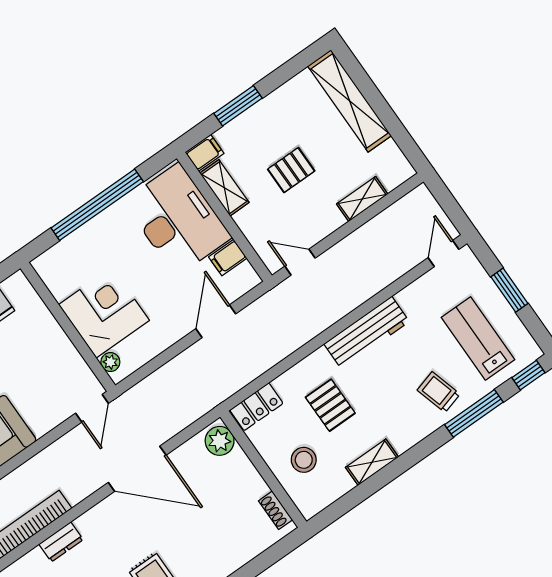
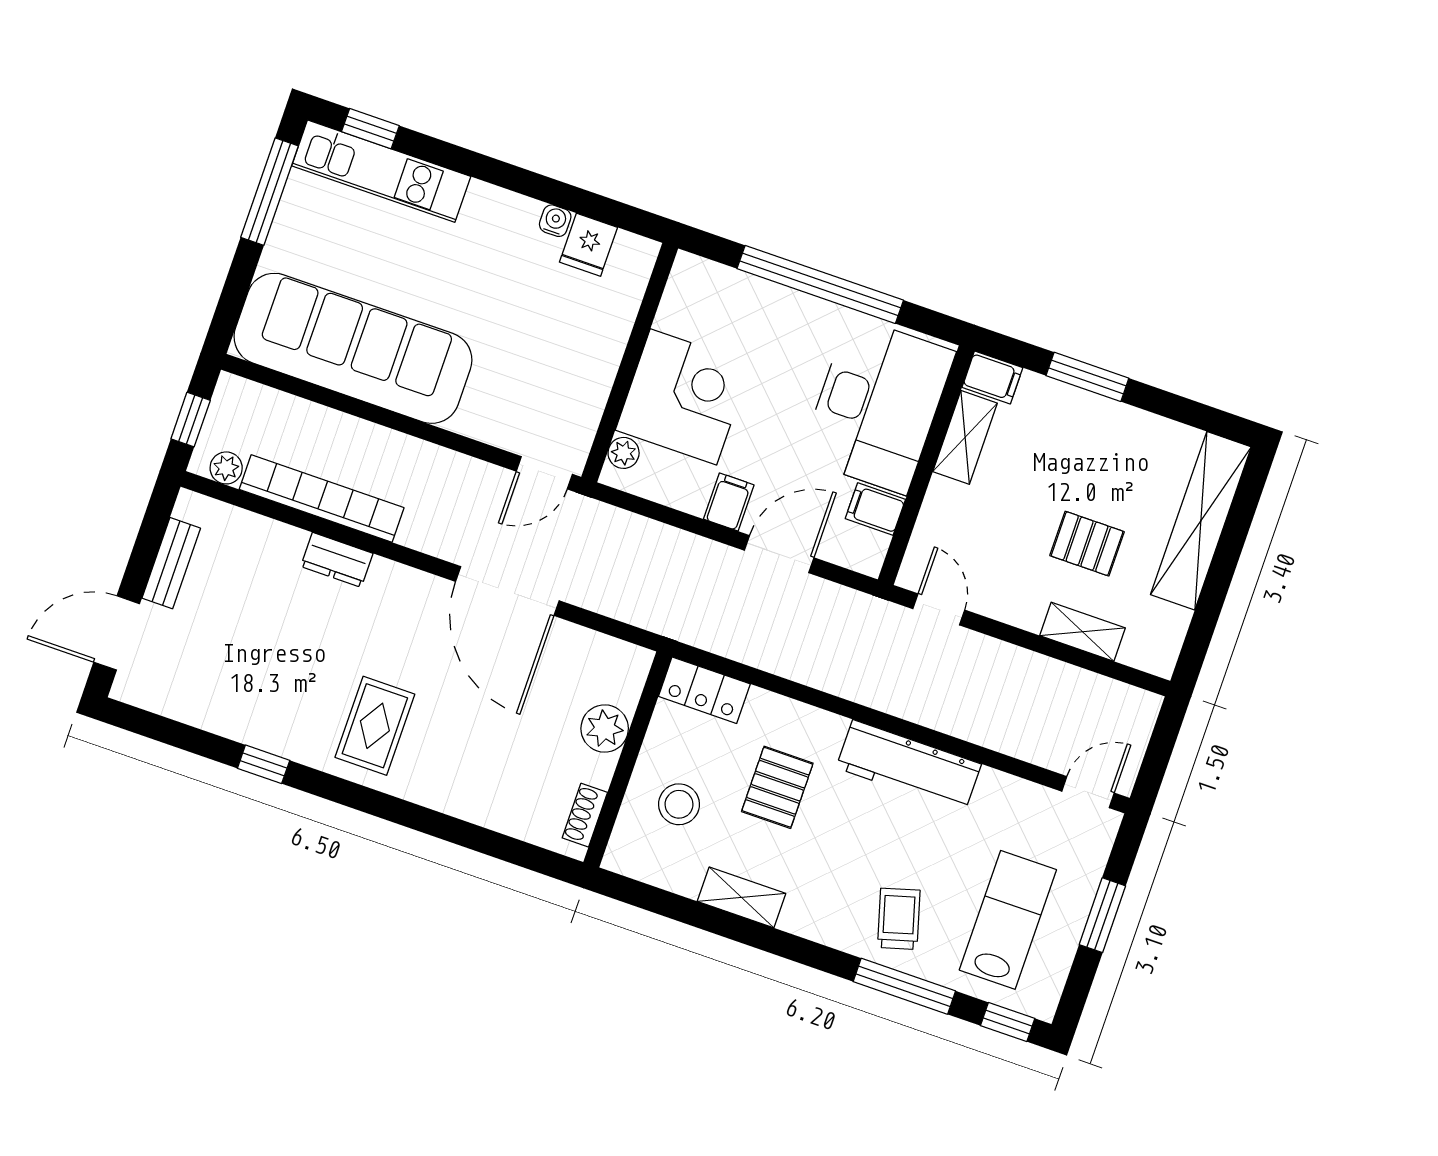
pallet: (291, 170) -> (1087, 544), moved
filing cabinet: (172, 328) -> (729, 502), added
plant: (220, 441) -> (605, 728), moved

